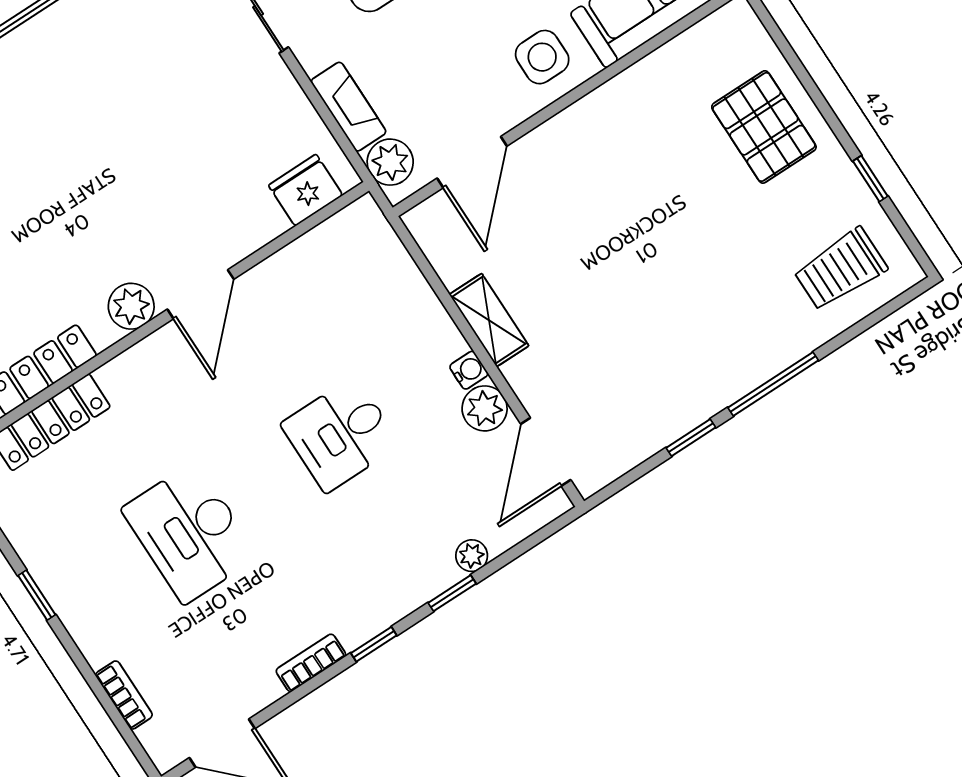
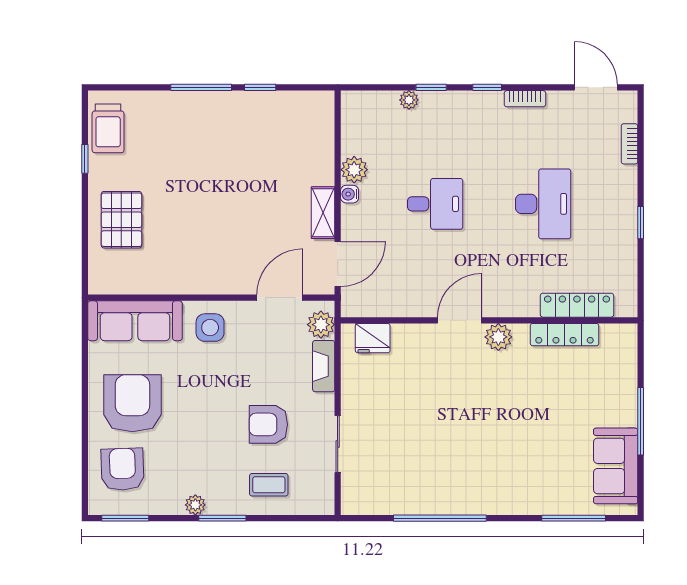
trolley: (840, 269) -> (108, 128), moved, turned 90
door: (546, 452) -> (338, 264), moved

